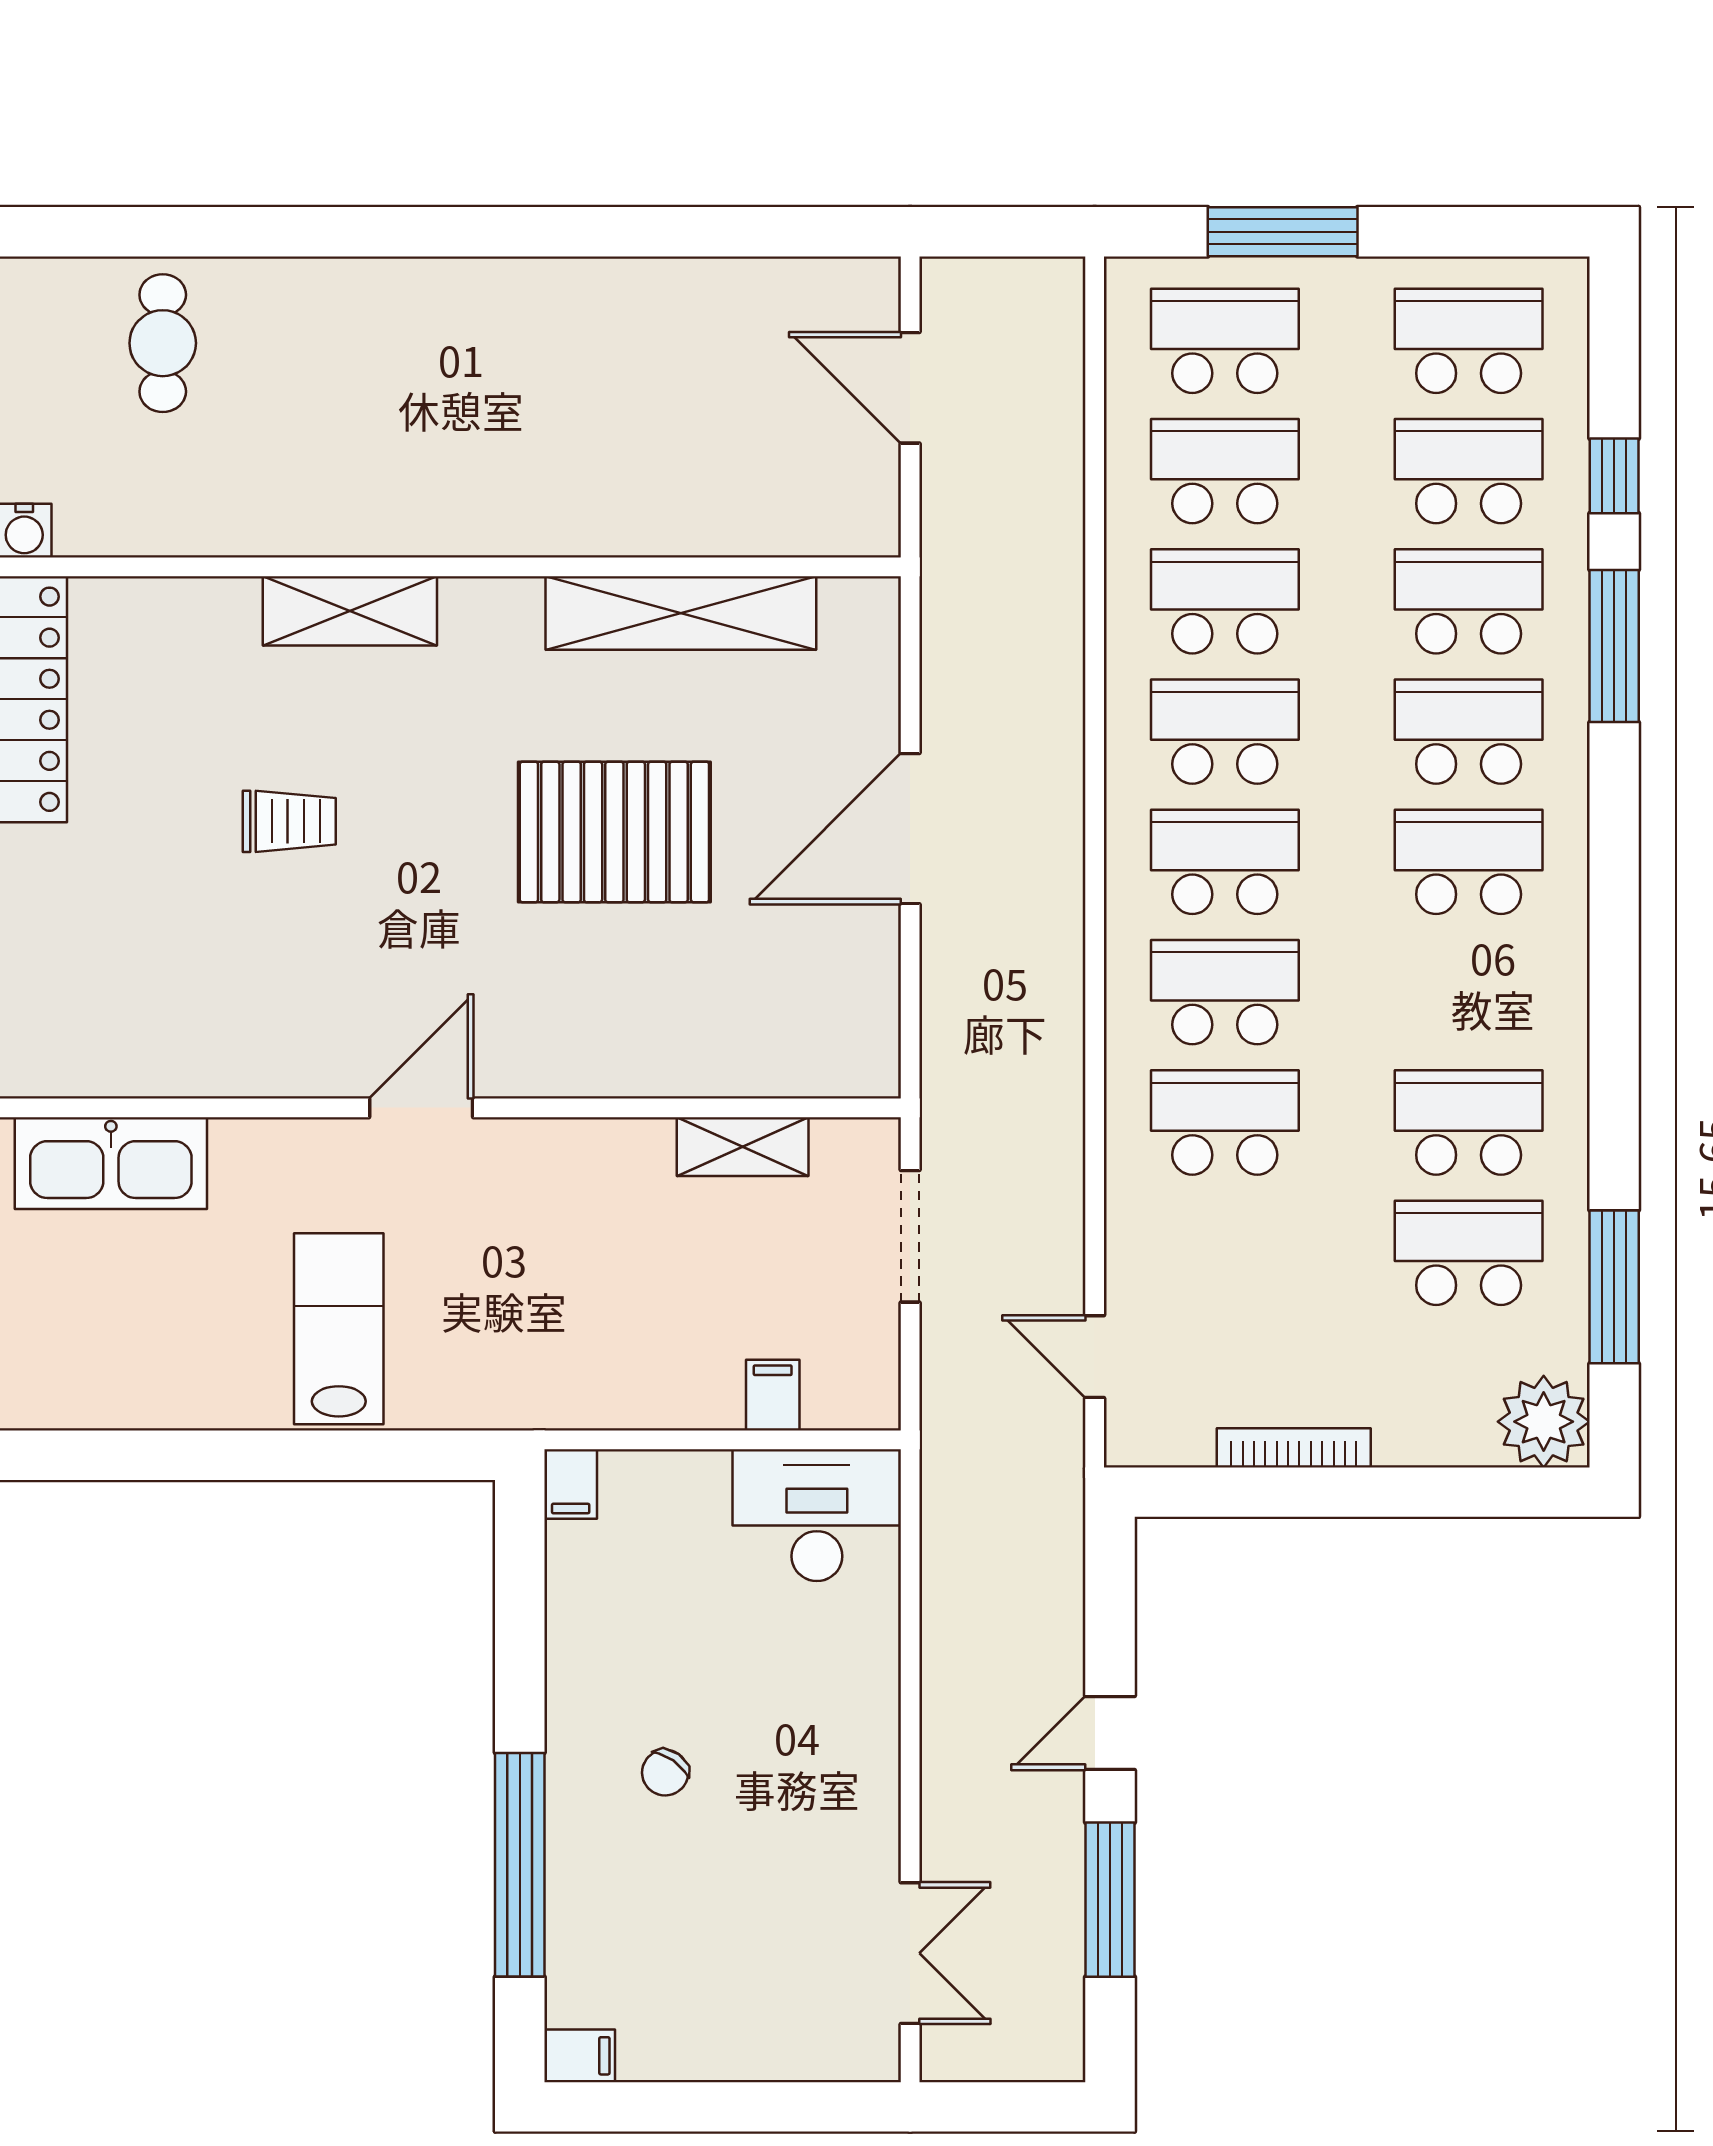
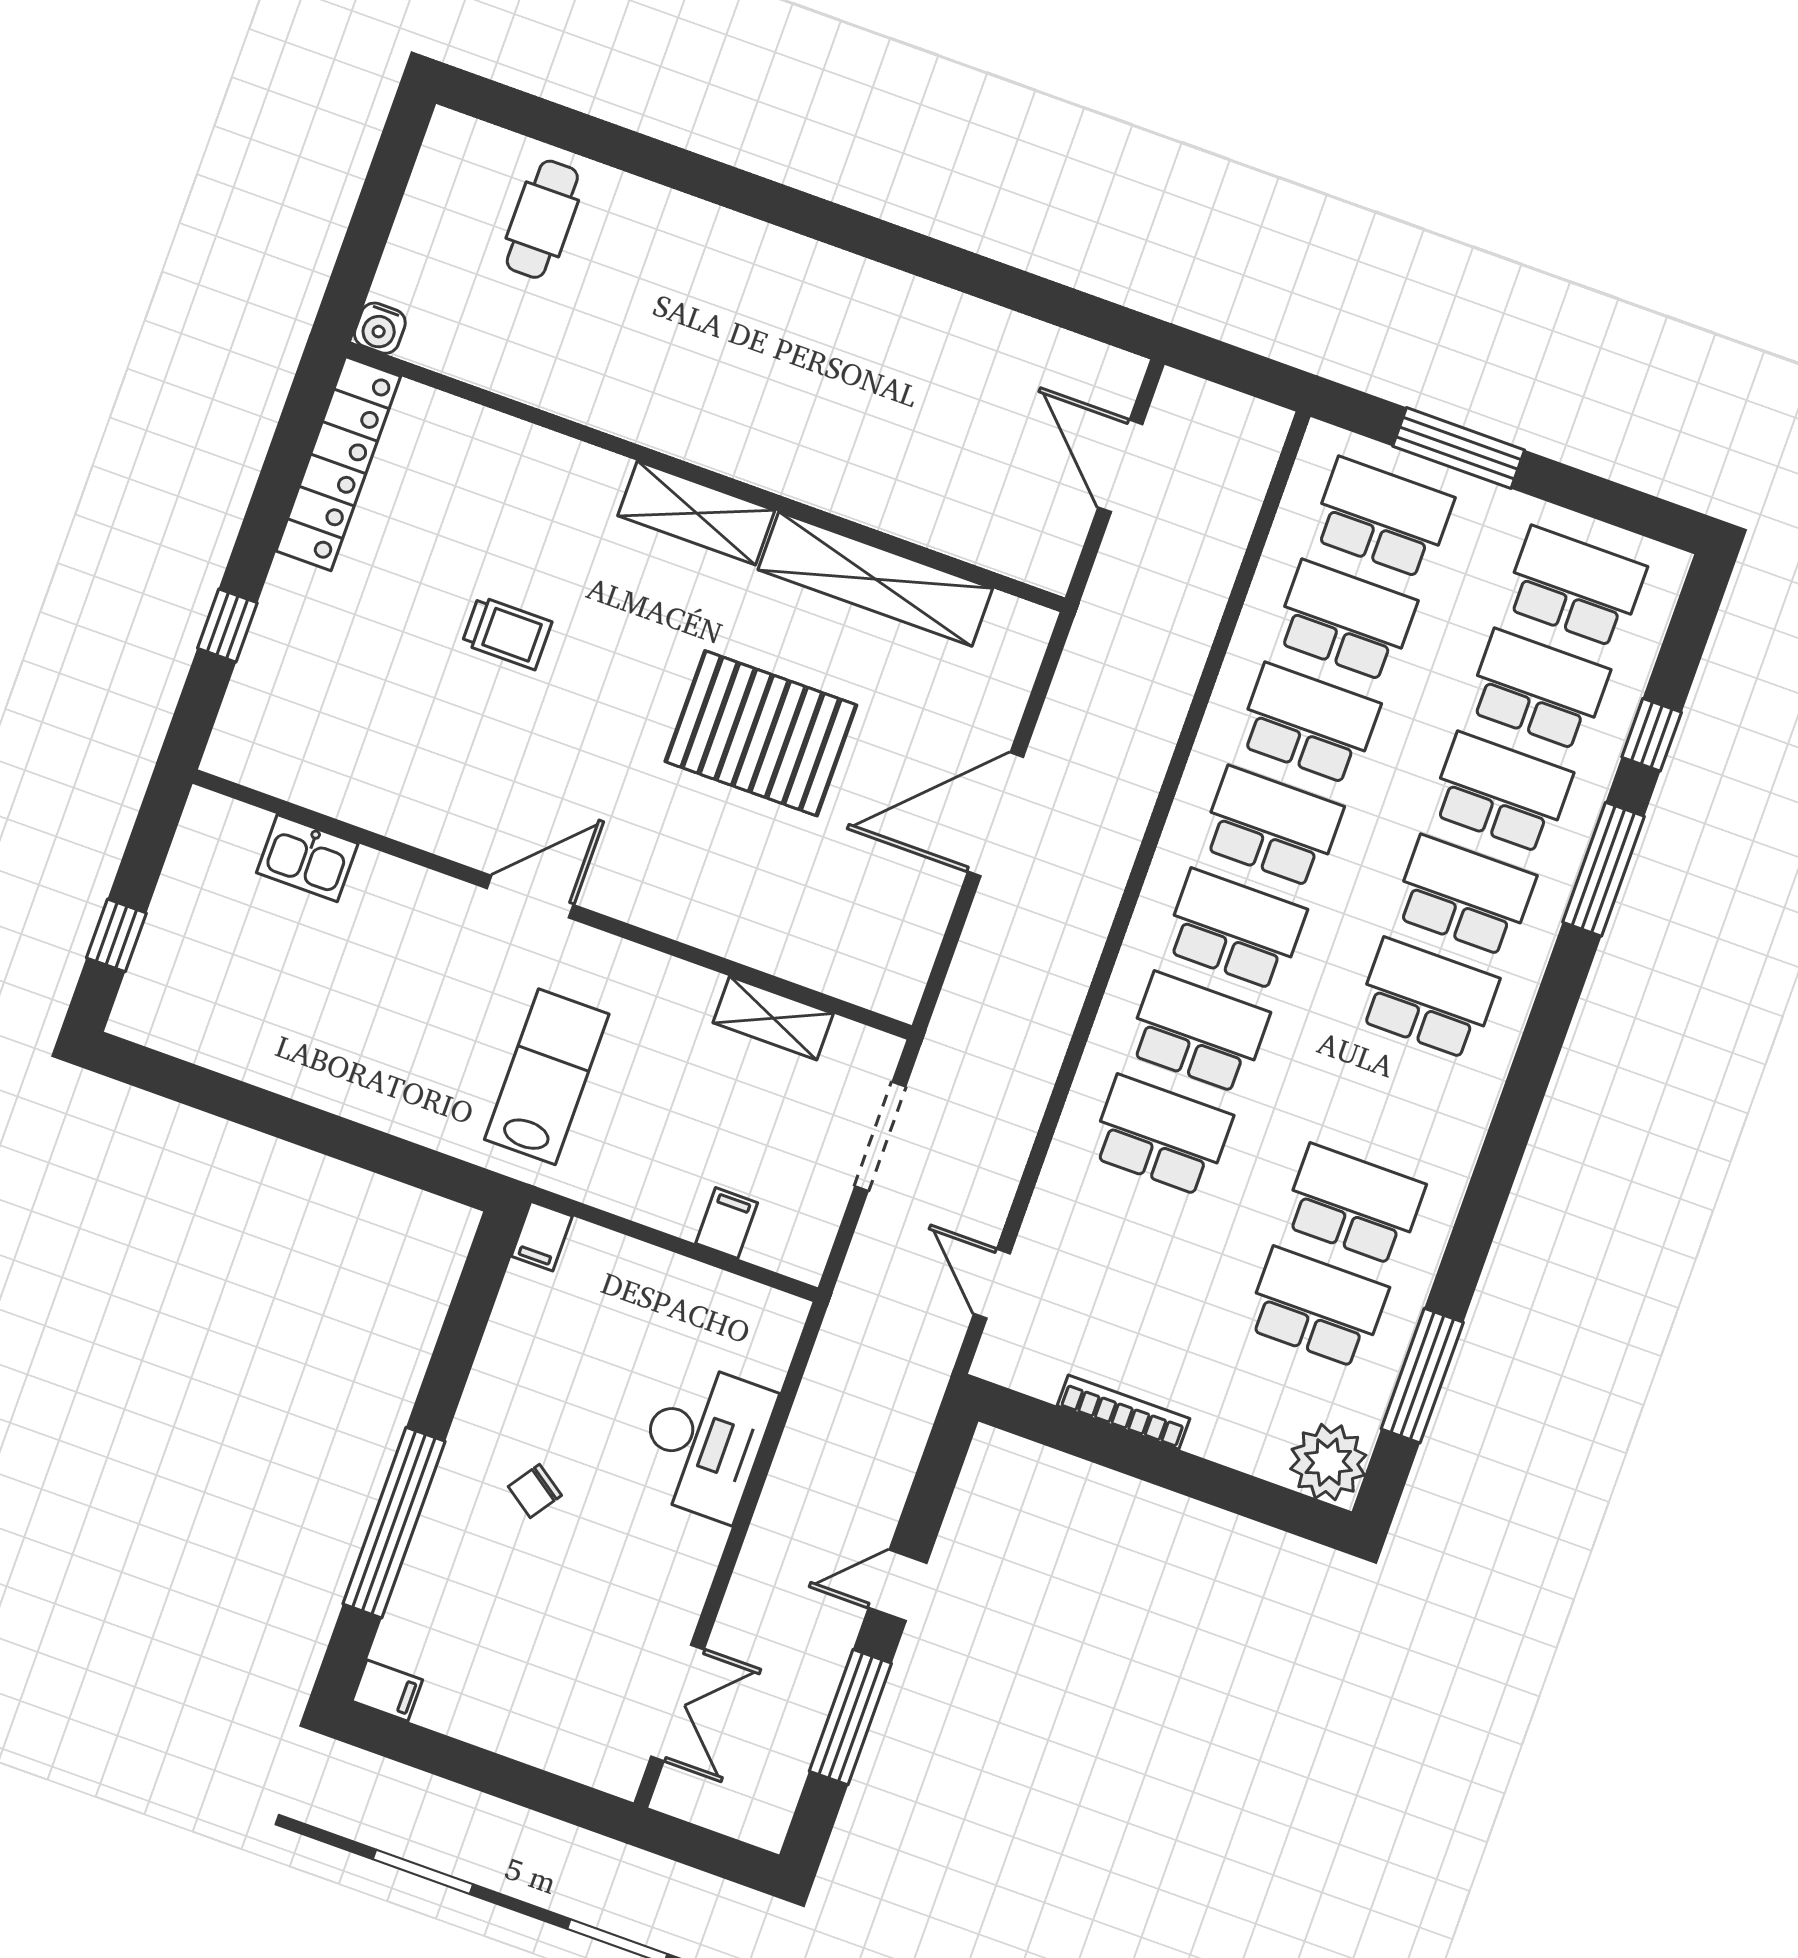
shelving: (350, 611) -> (696, 513), moved
kitchen sink: (111, 1163) -> (307, 858), width x0.53, depth x0.81
lab bench: (339, 1329) -> (547, 1077), moved
desk: (817, 1515) -> (704, 1441), moved, turned 90

